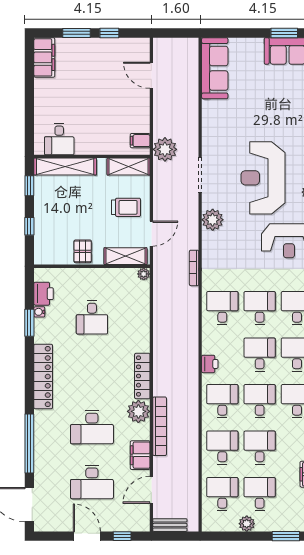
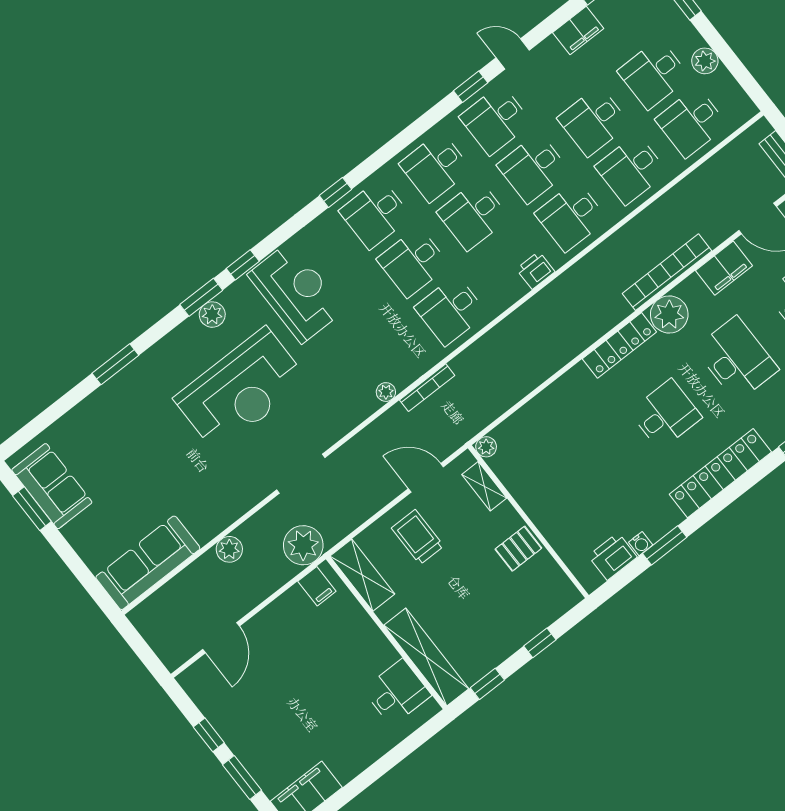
plant: (191, 112) -> (229, 549), added
plant: (213, 220) -> (386, 392), moved, width x0.53, depth x0.53
shelving: (125, 256) -> (484, 486), width x0.67, depth x0.75
desk: (92, 317) -> (665, 414), moved

